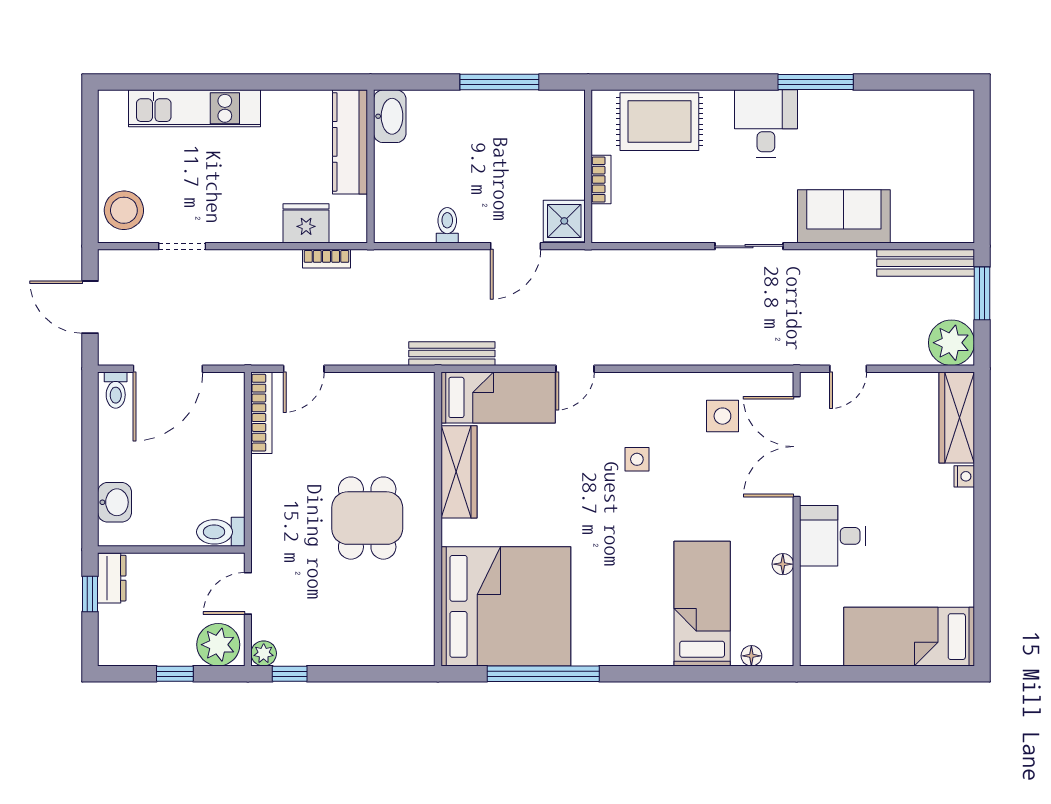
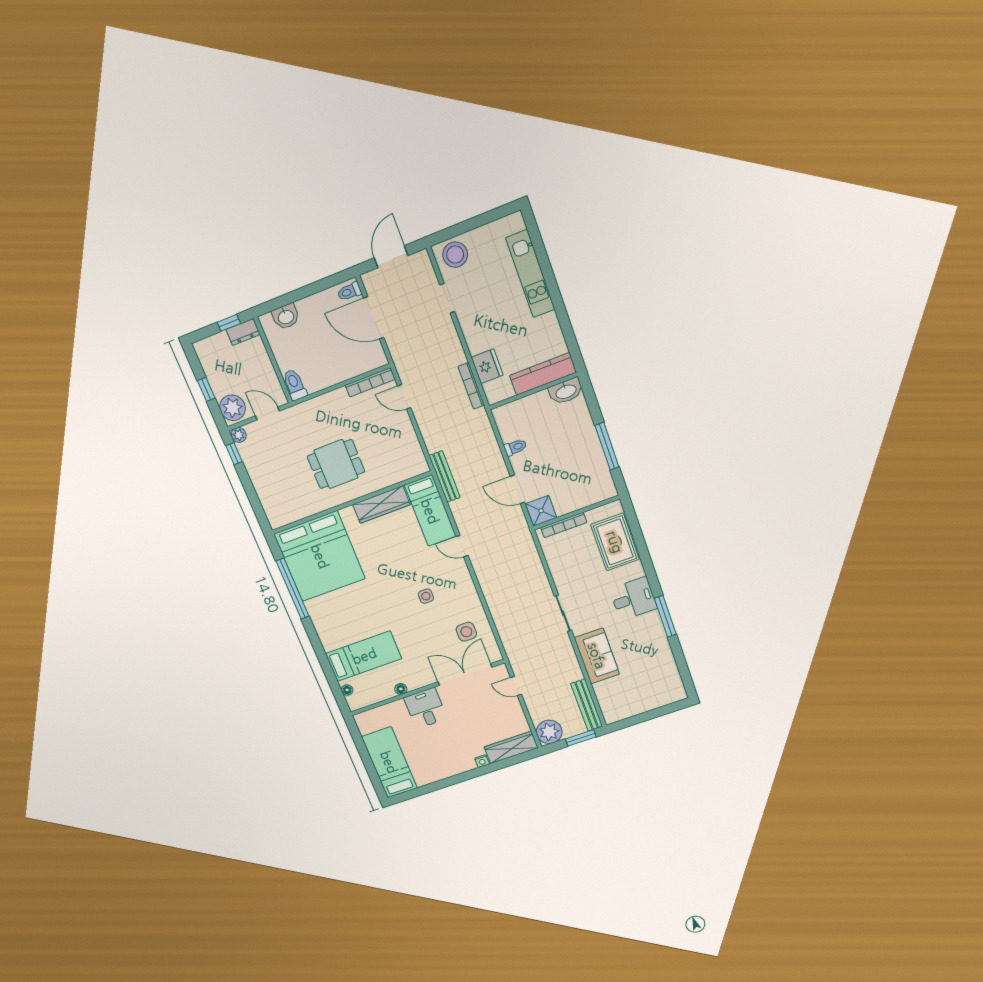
bookcase: (601, 180) -> (564, 525), width x1.56
bookcase: (326, 259) -> (471, 386), width x1.56

